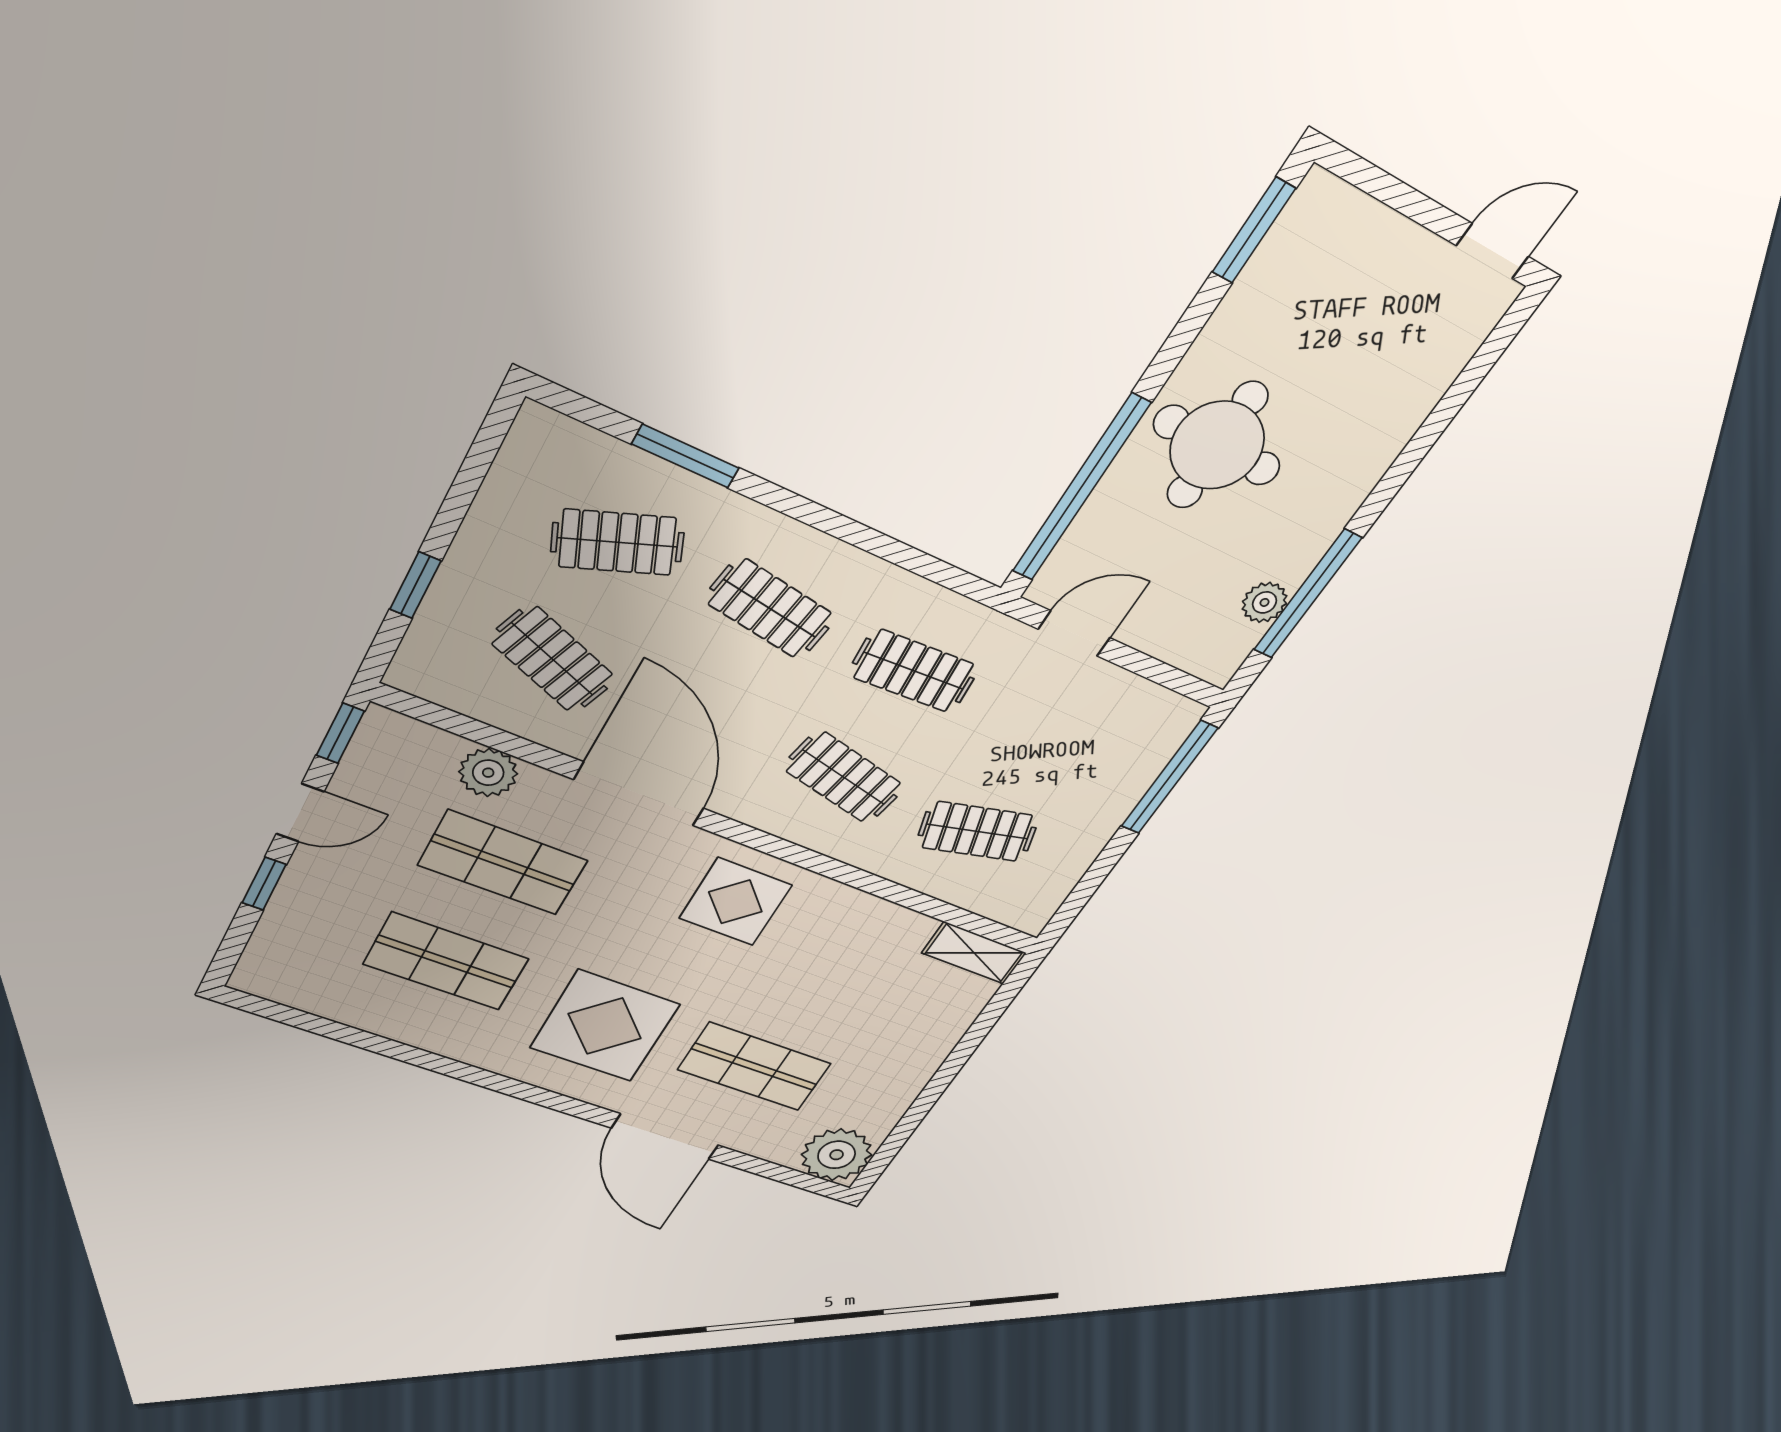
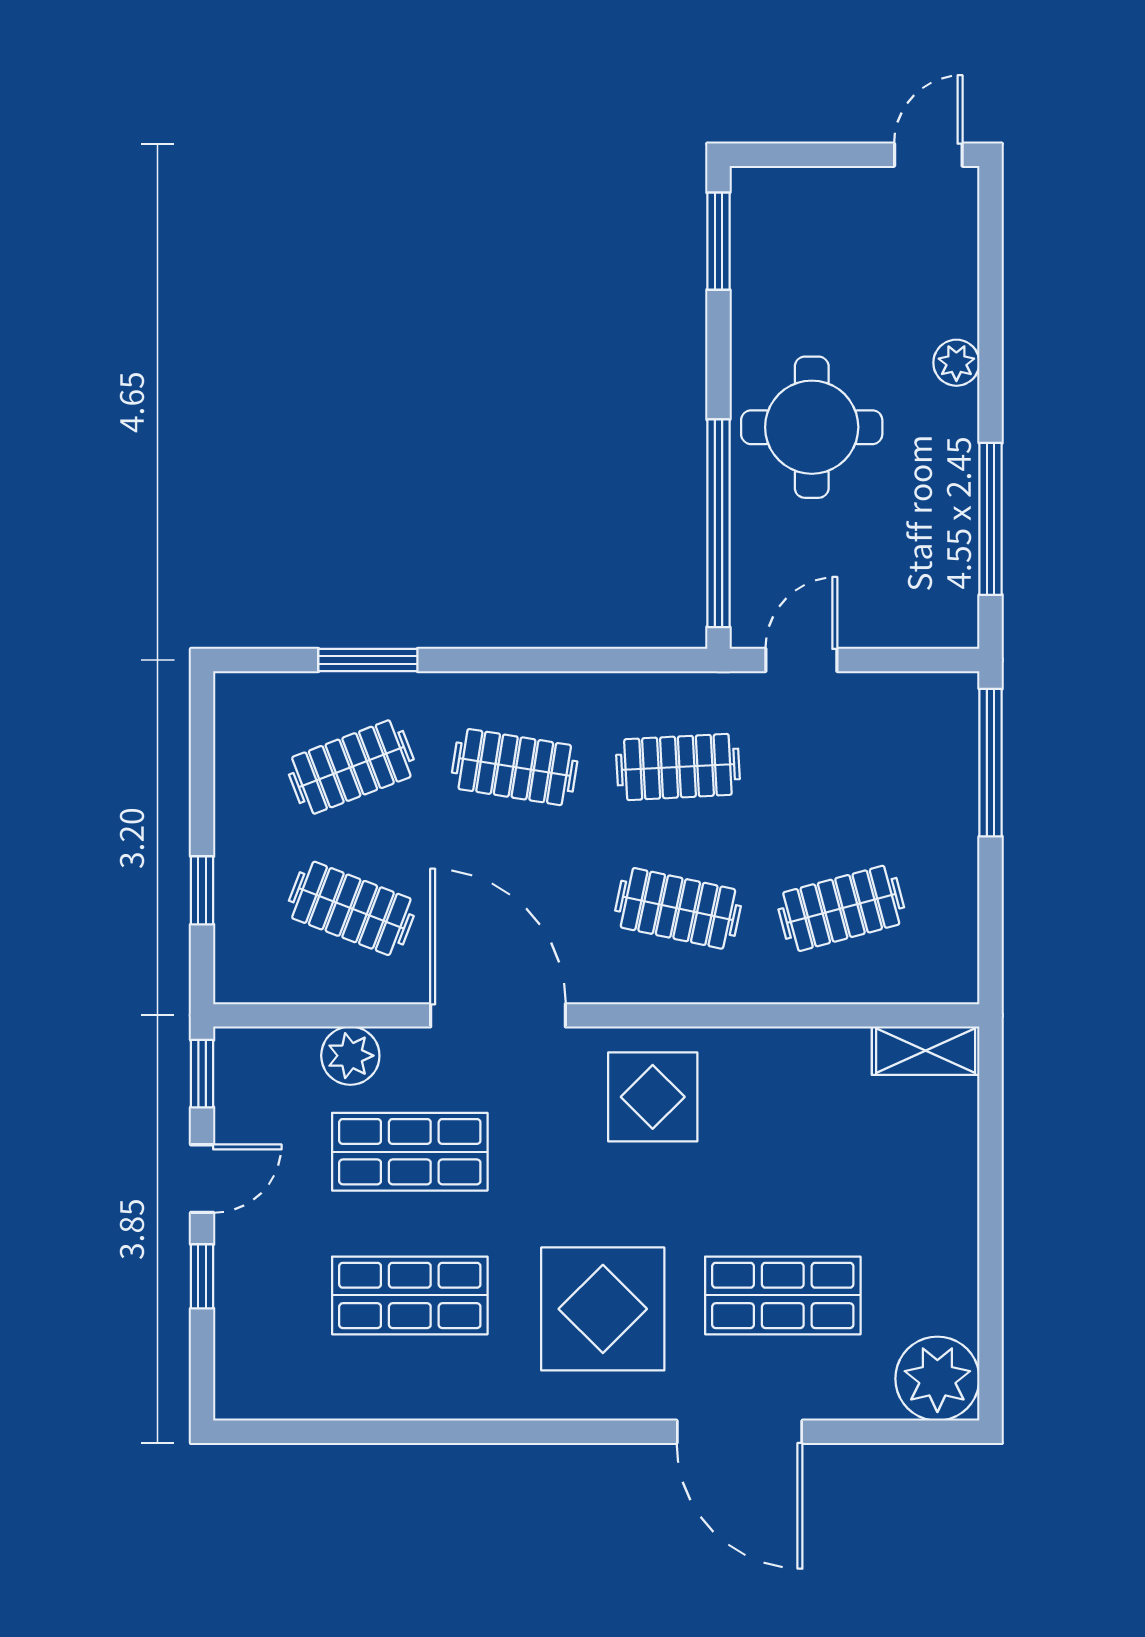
plant: (1265, 602) -> (956, 363), moved

